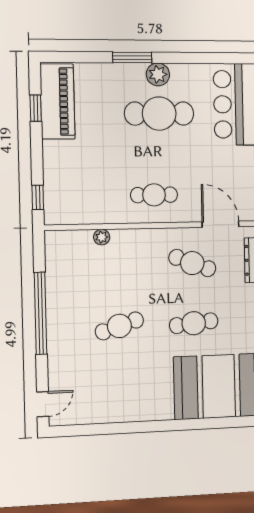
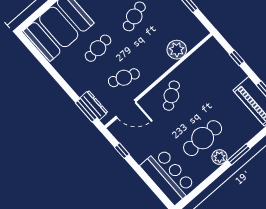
cafe table: (154, 195) -> (171, 96), turned -33
window: (38, 197) -> (237, 58), moved
plant: (102, 237) -> (177, 50), width x1.88, depth x1.88

